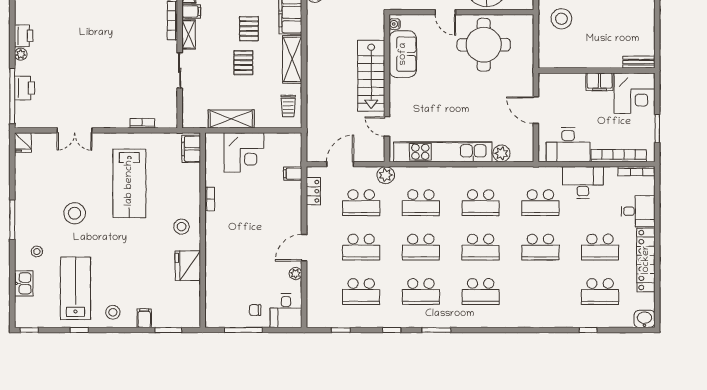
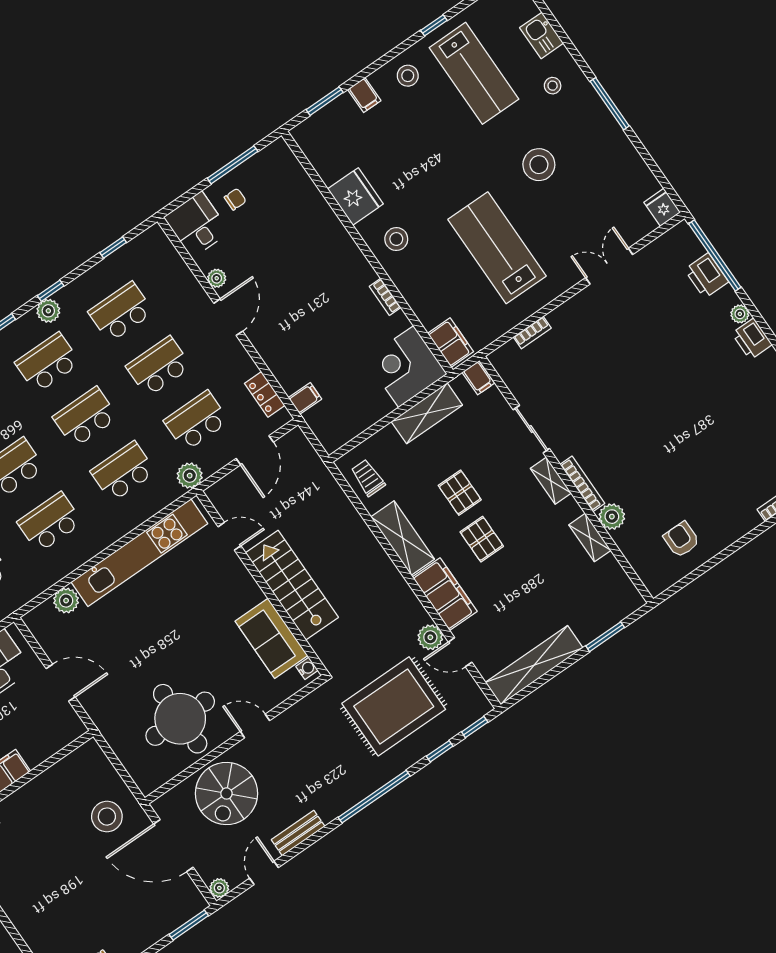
filing cabinet: (191, 11) -> (478, 378), moved, turned -90
corner desk: (244, 153) -> (406, 367), moved
plant: (401, 320) -> (48, 311), added

